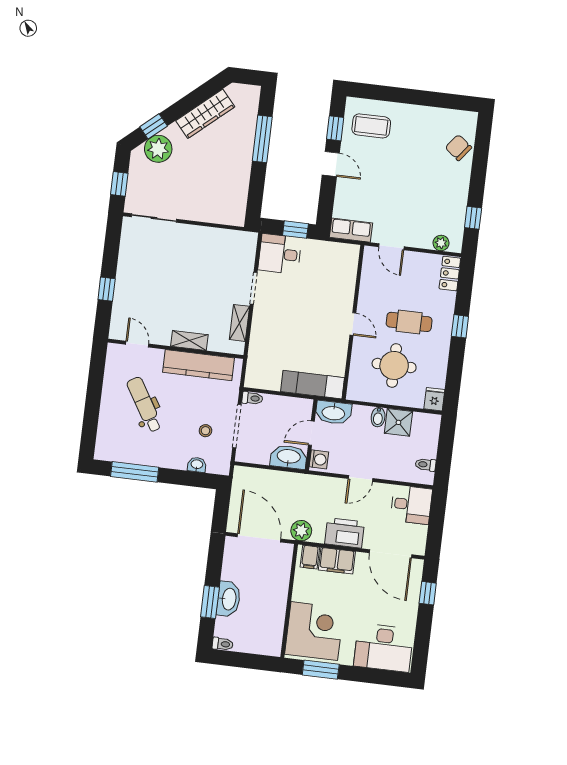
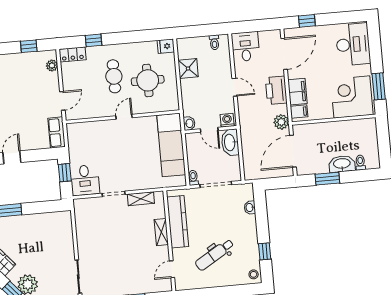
window: (460, 326) -> (93, 40), moved
exam couch: (313, 385) -> (171, 145), width x1.36, depth x1.45
washbasin: (333, 413) -> (189, 123), width x0.52, depth x0.69
bidet: (378, 417) -> (187, 84), removed
stool: (205, 431) -> (254, 274), moved
window: (135, 472) -> (265, 251), width x0.46
window: (210, 602) -> (327, 179), moved
toilet: (223, 644) -> (360, 163), moved

